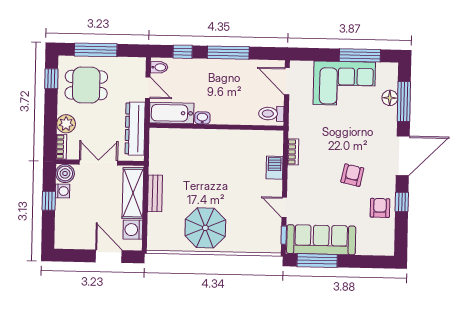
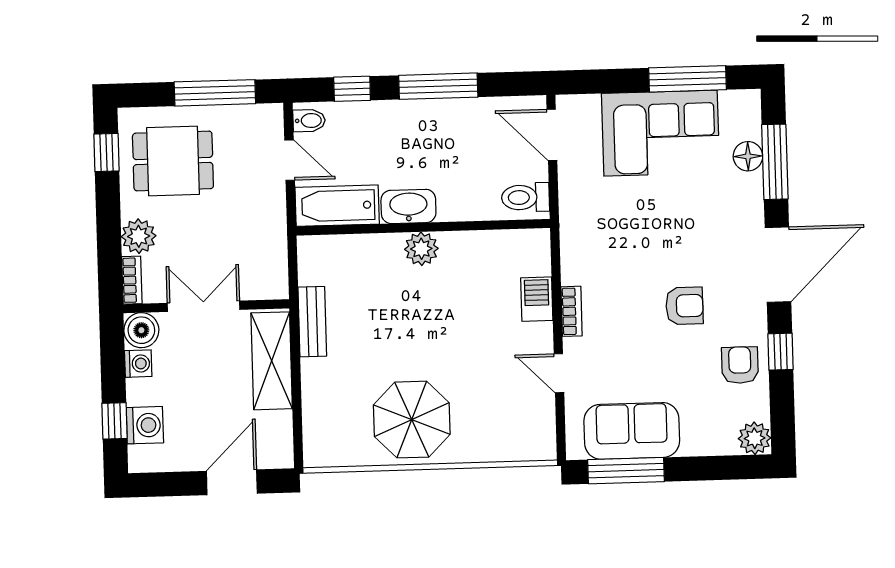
window: (96, 50) -> (215, 93), moved
washbasin: (202, 118) -> (408, 206), width x1.91, depth x1.45
dresser: (135, 129) -> (269, 239), removed
plant: (215, 138) -> (421, 249), added
bookcase: (293, 152) -> (572, 311), moved
armchair: (352, 175) -> (684, 306), turned 78
bench: (155, 193) -> (312, 322), moved
window: (49, 201) -> (114, 421), moved
washing machine: (133, 230) -> (145, 425), moved, turned 180
window: (284, 235) -> (561, 426), removed
sofa: (321, 240) -> (632, 431), width x0.73
plant: (386, 247) -> (755, 438), added
door: (109, 256) -> (232, 482), hinge flipped

